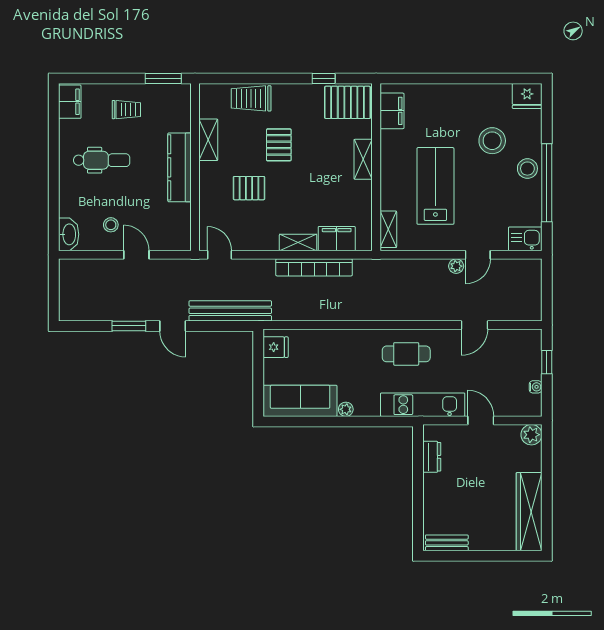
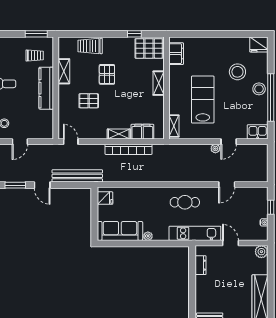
trolley: (126, 110) -> (35, 56), moved
door: (136, 255) -> (20, 142), swing flipped

